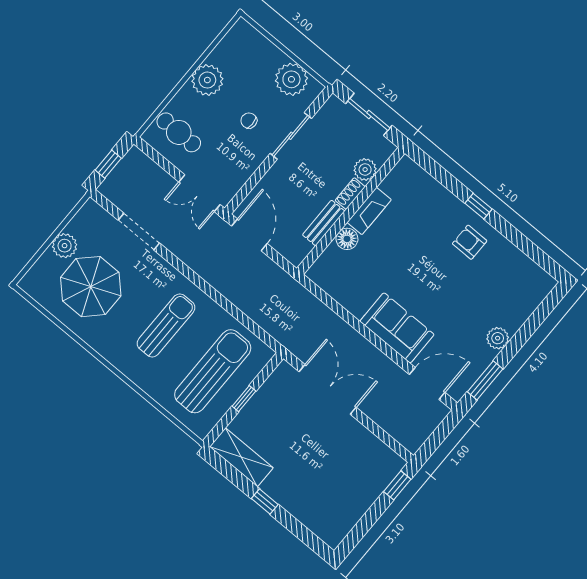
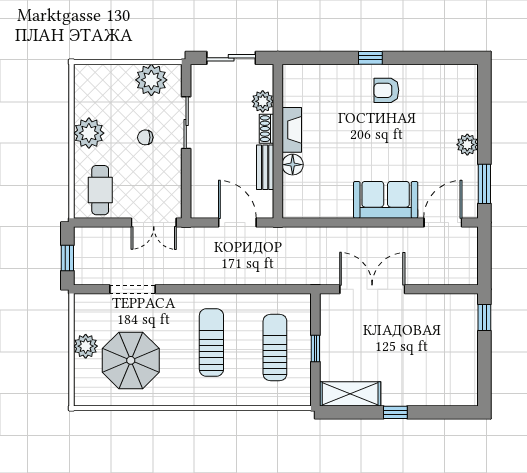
cafe table: (179, 132) -> (100, 190), turned 90
door: (249, 235) -> (237, 223), moved
sun lounger: (213, 371) -> (275, 347), width x0.73, depth x0.75

